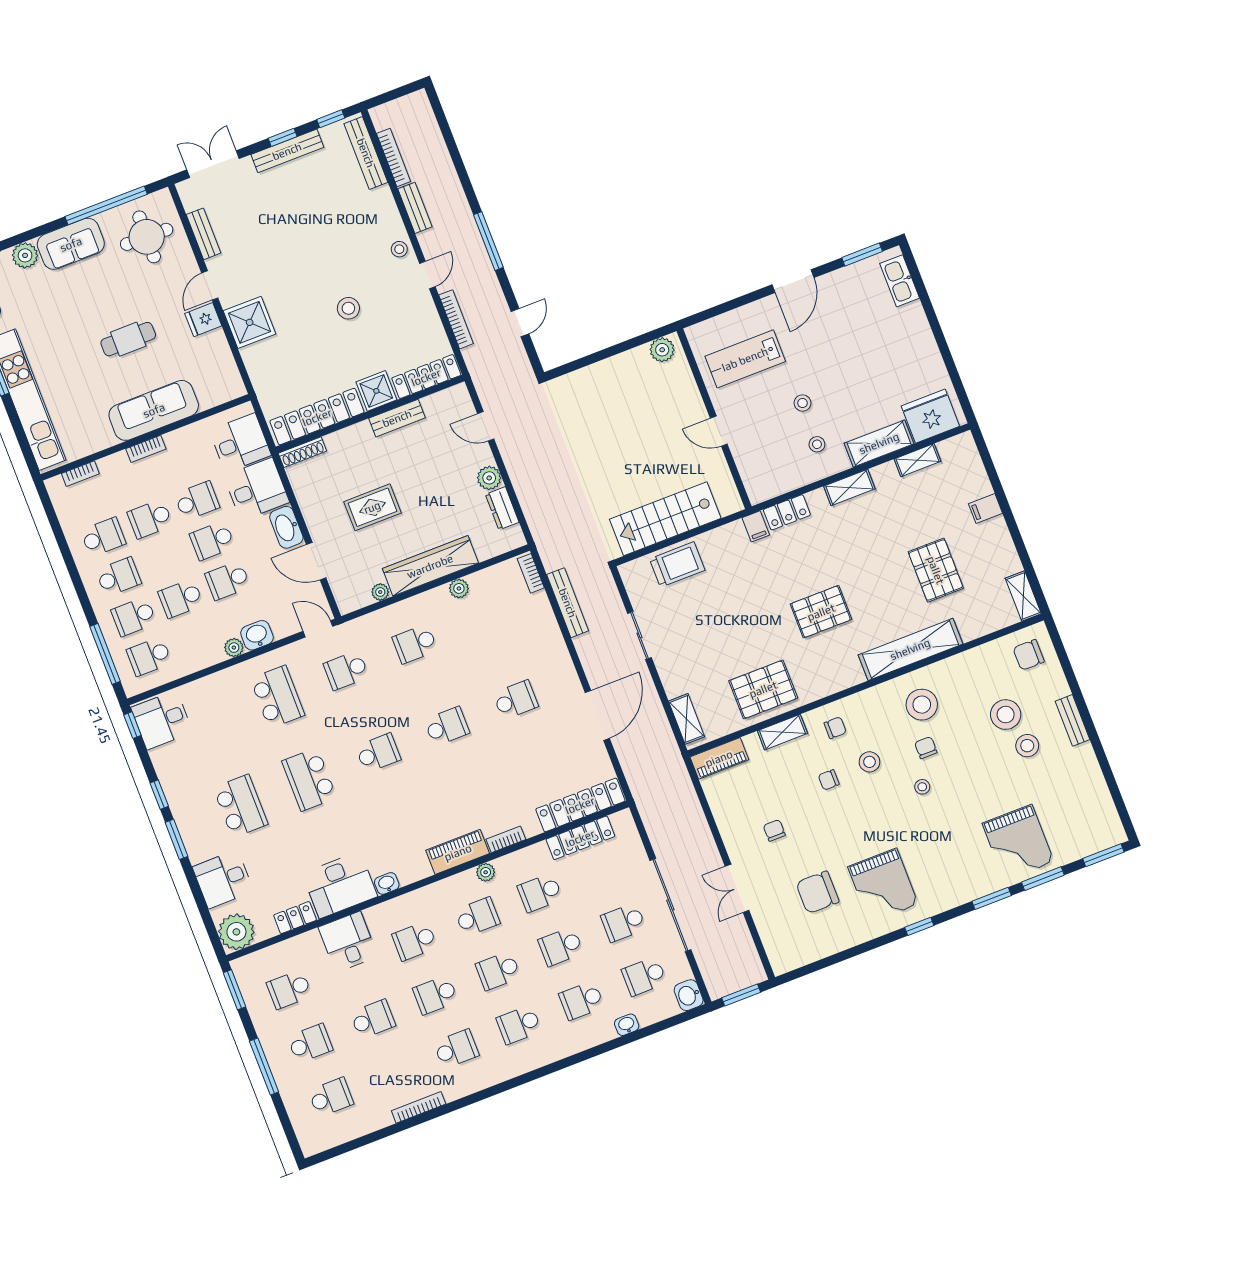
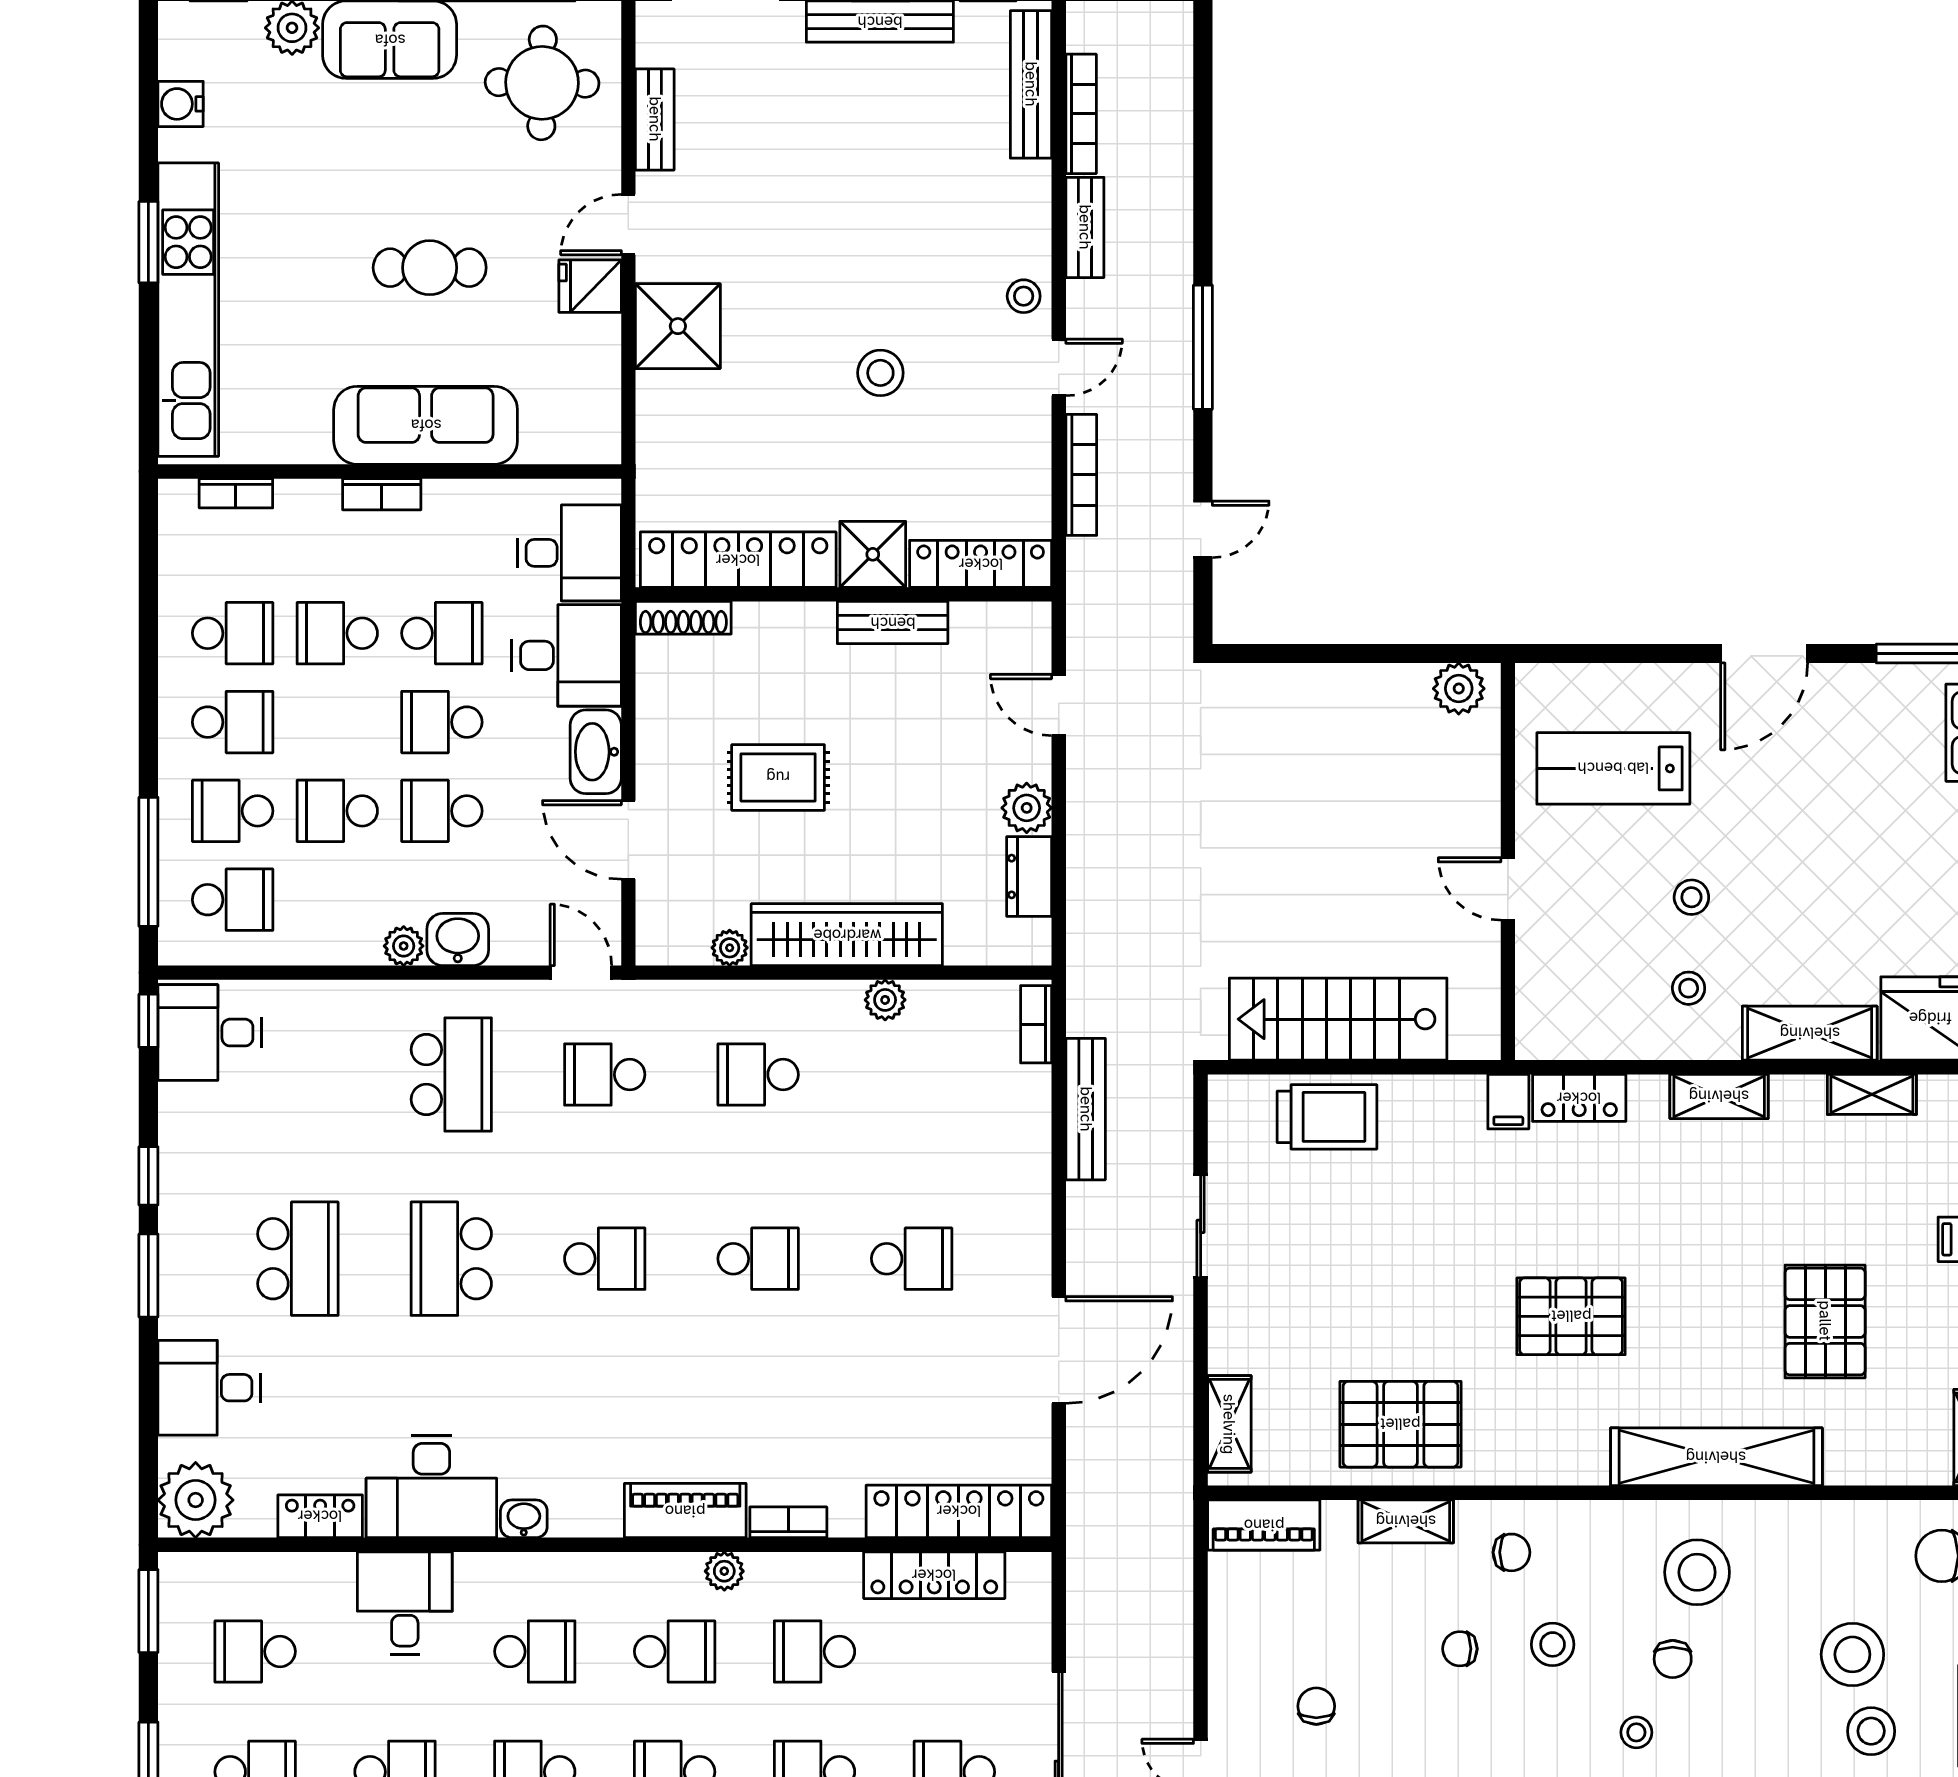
school desk: (149, 656) -> (233, 900), turned 180
chair: (926, 748) -> (1673, 1659), turned 180
school desk: (415, 941) -> (535, 1651), turned 180

